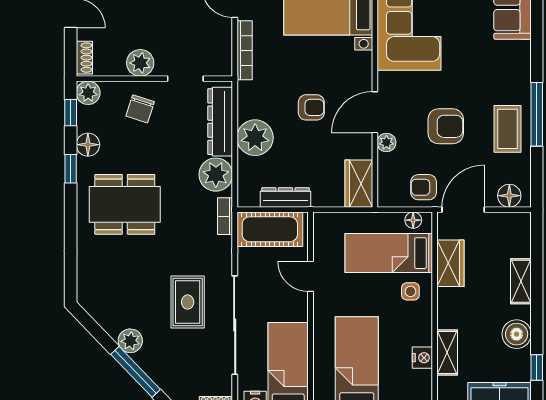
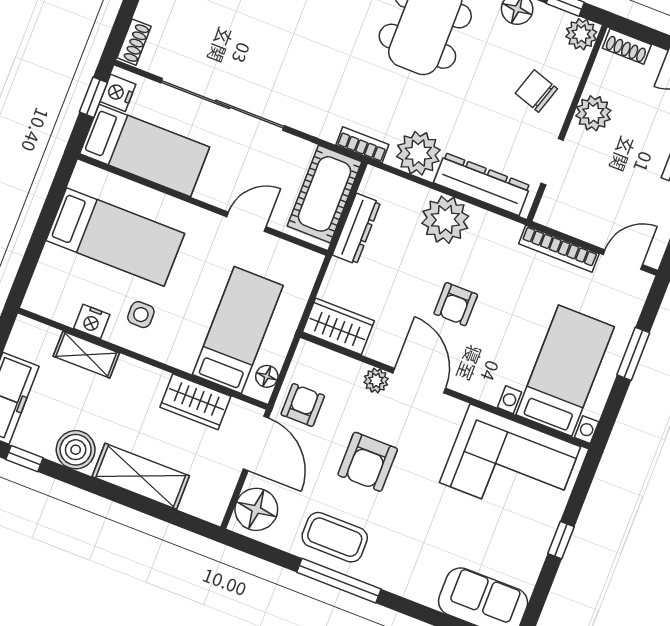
floor lamp: (509, 196) -> (256, 509), width x1.38, depth x1.38
shelving: (521, 281) -> (141, 476), width x1.50, depth x1.33
side table: (410, 291) -> (141, 315), moved
rug: (188, 302) -> (274, 57), removed

